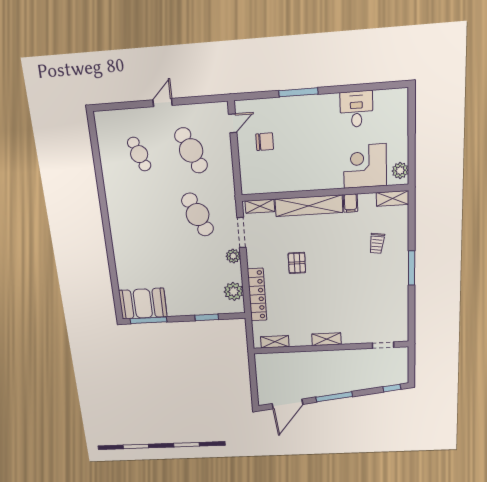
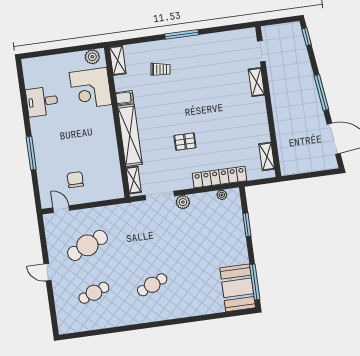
cafe table: (198, 215) -> (152, 285), moved, width x0.73, depth x0.74
plant: (234, 291) -> (222, 195), width x0.53, depth x0.53
shelving: (326, 339) -> (256, 82), moved

